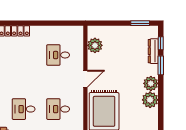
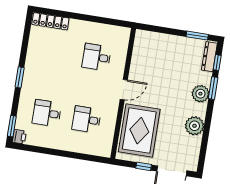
plant: (95, 45) -> (141, 53), removed
dresser: (153, 51) -> (209, 57), moved
plant: (151, 83) -> (200, 94), moved

